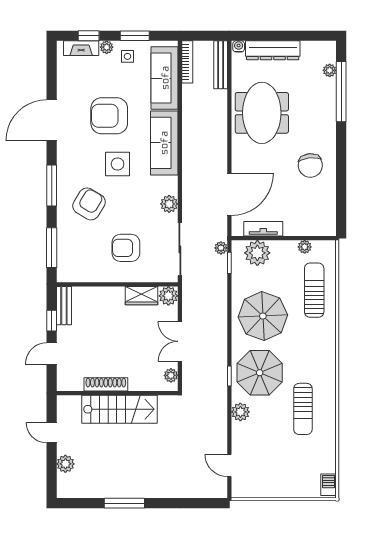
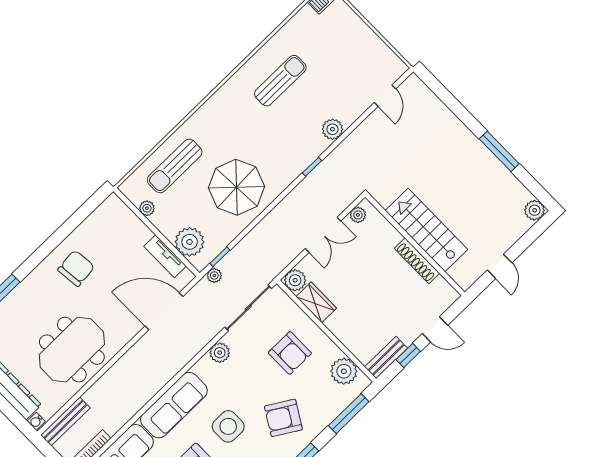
plant: (81, 271) -> (344, 371), added
parasol: (260, 373) -> (285, 145), removed
plant: (65, 464) -> (535, 210), moved

